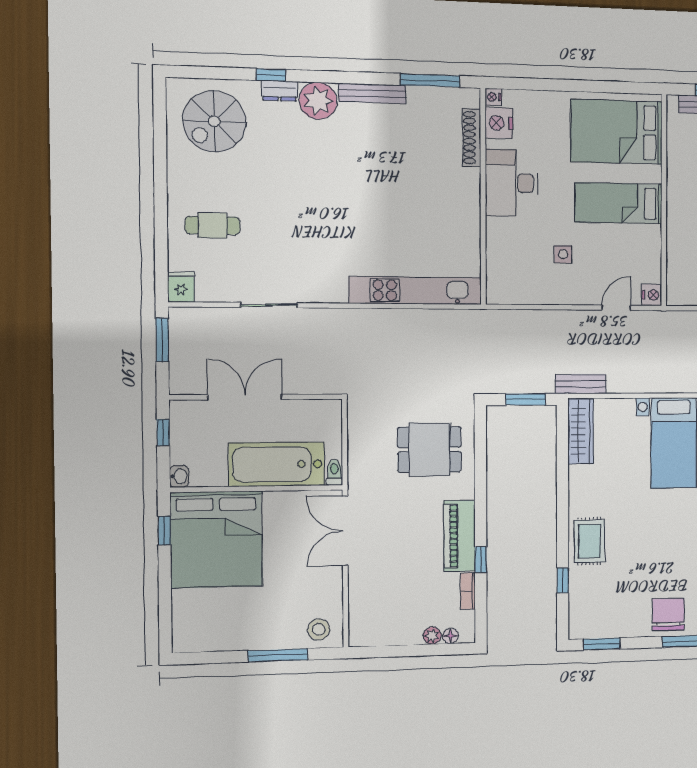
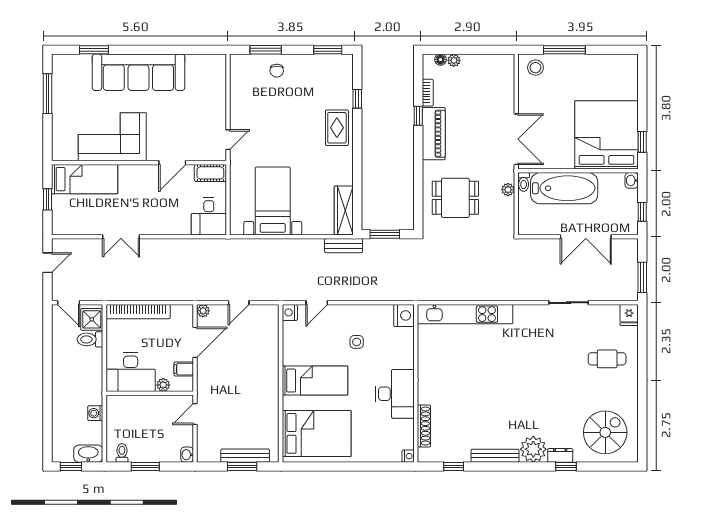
window: (430, 81) -> (454, 466), width x0.46
nightstand: (499, 123) -> (404, 315), moved
plant: (356, 462) -> (508, 190), added
chair: (668, 614) -> (277, 71), width x0.54, depth x0.54

